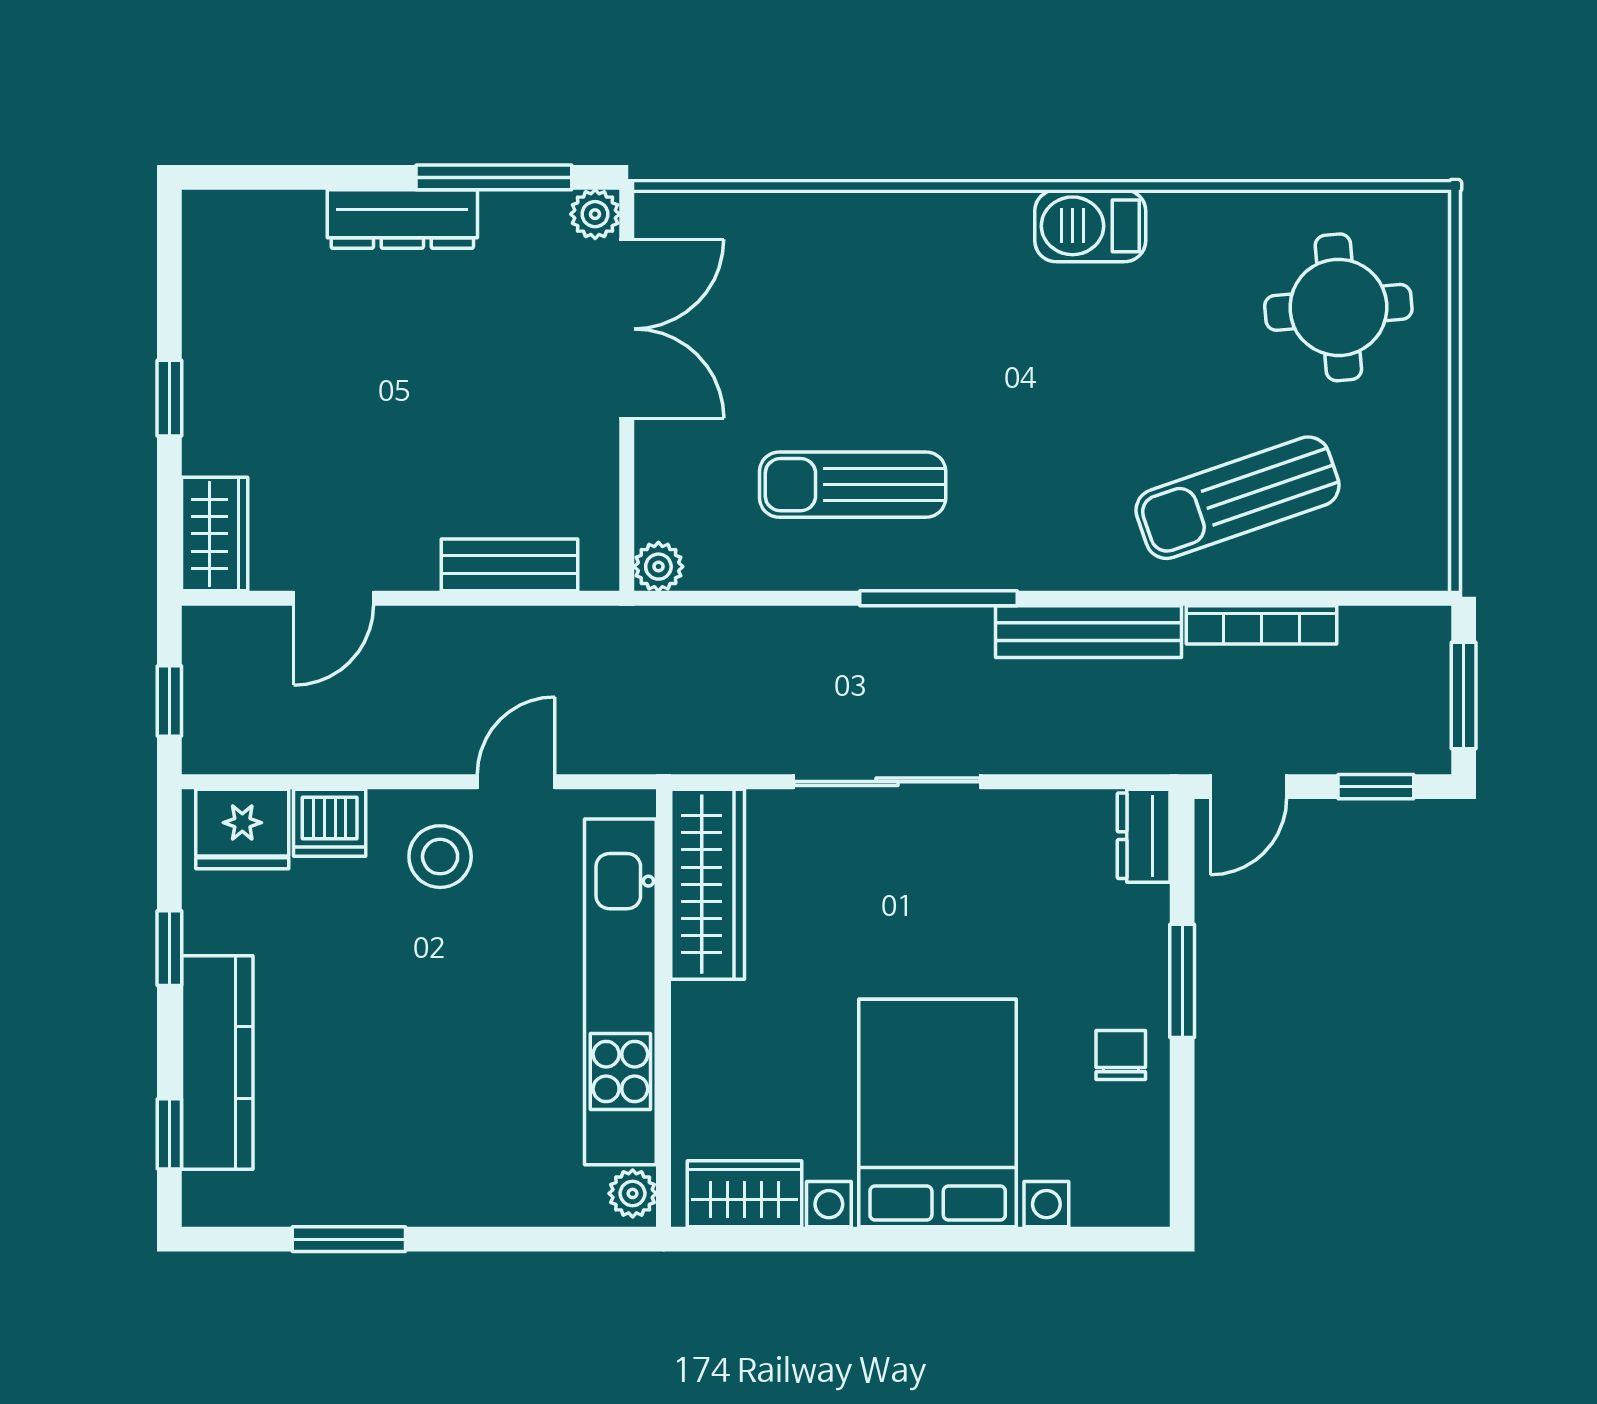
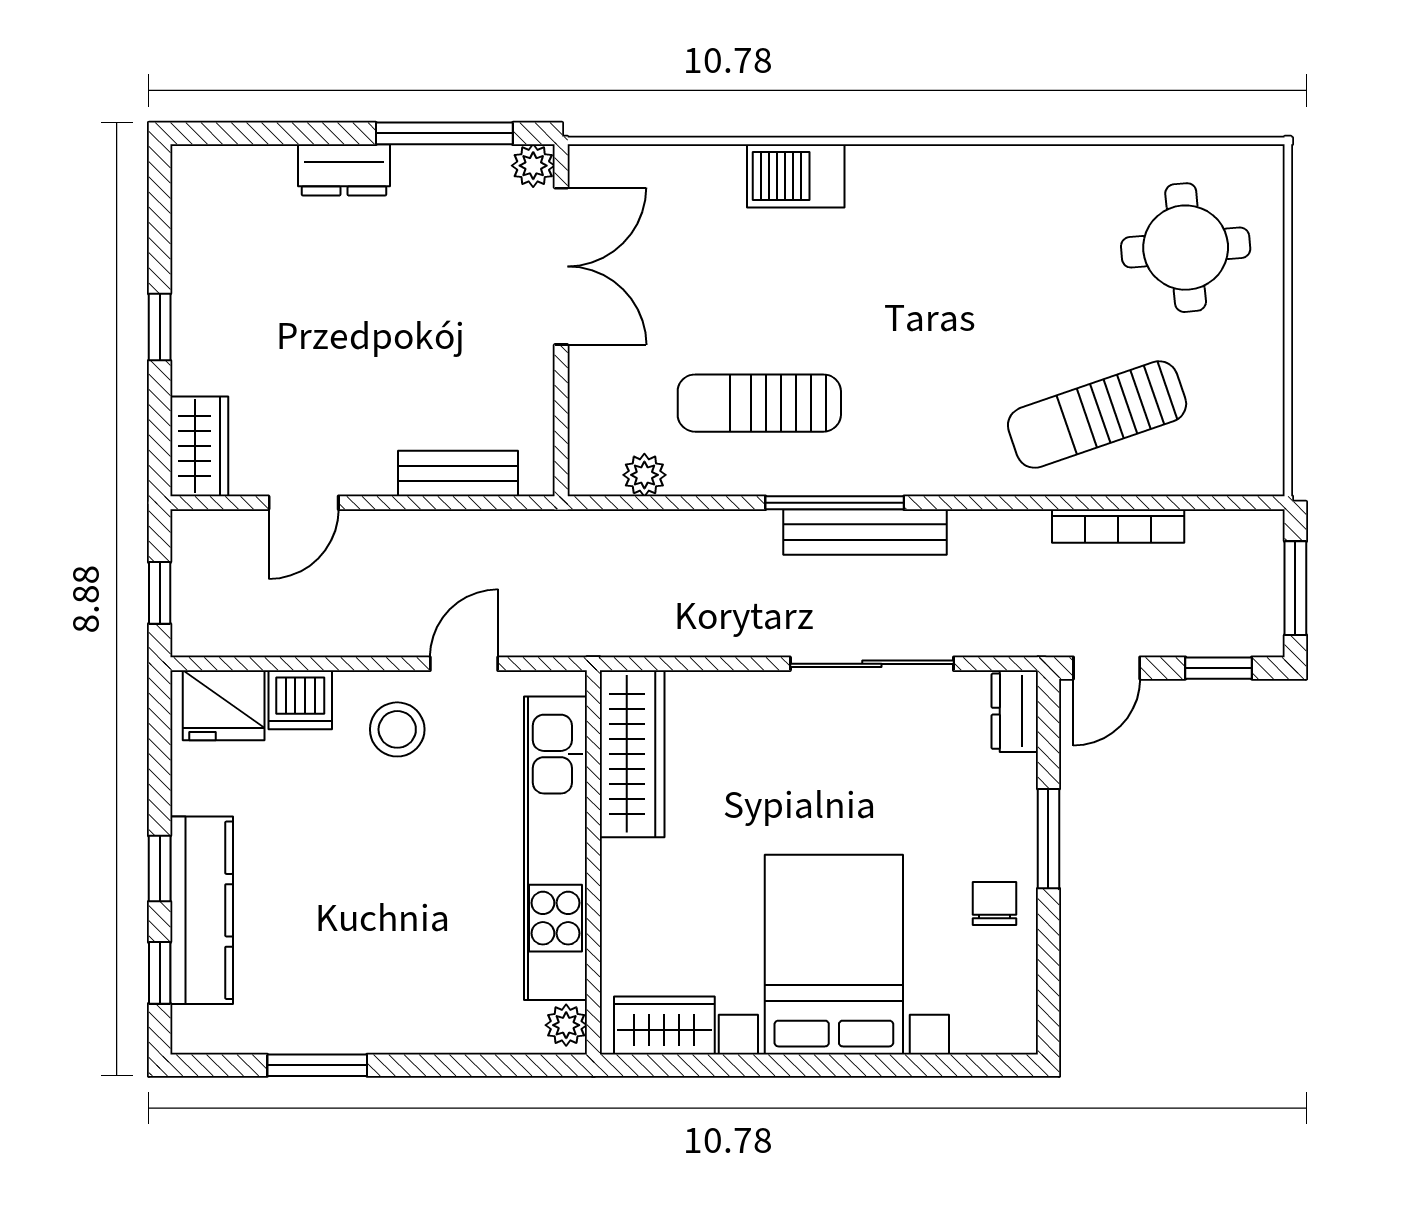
dresser: (402, 219) -> (344, 170), width x0.70
barbecue: (1090, 226) -> (796, 176), moved
plant: (658, 567) -> (644, 475), moved
bench: (1089, 632) -> (865, 532), moved
sliding door: (887, 782) -> (872, 664), moved
window: (169, 948) -> (160, 869), moved

